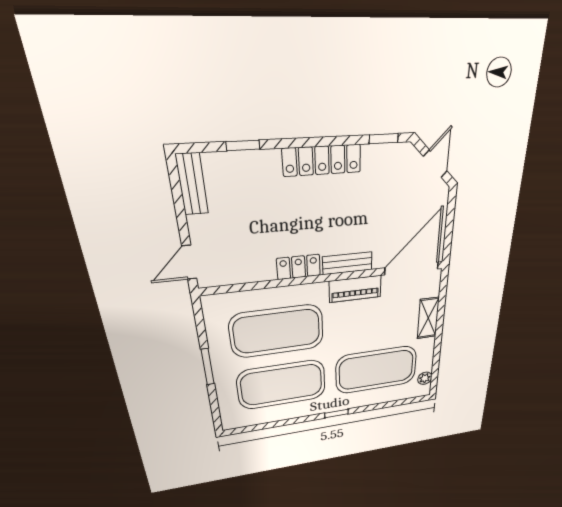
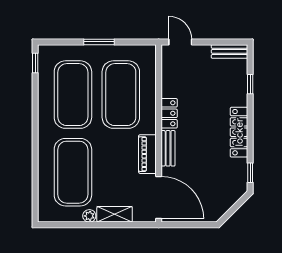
door: (435, 164) -> (233, 210), removed
plant: (425, 378) -> (89, 216), moved
window: (336, 413) -> (35, 63), moved

